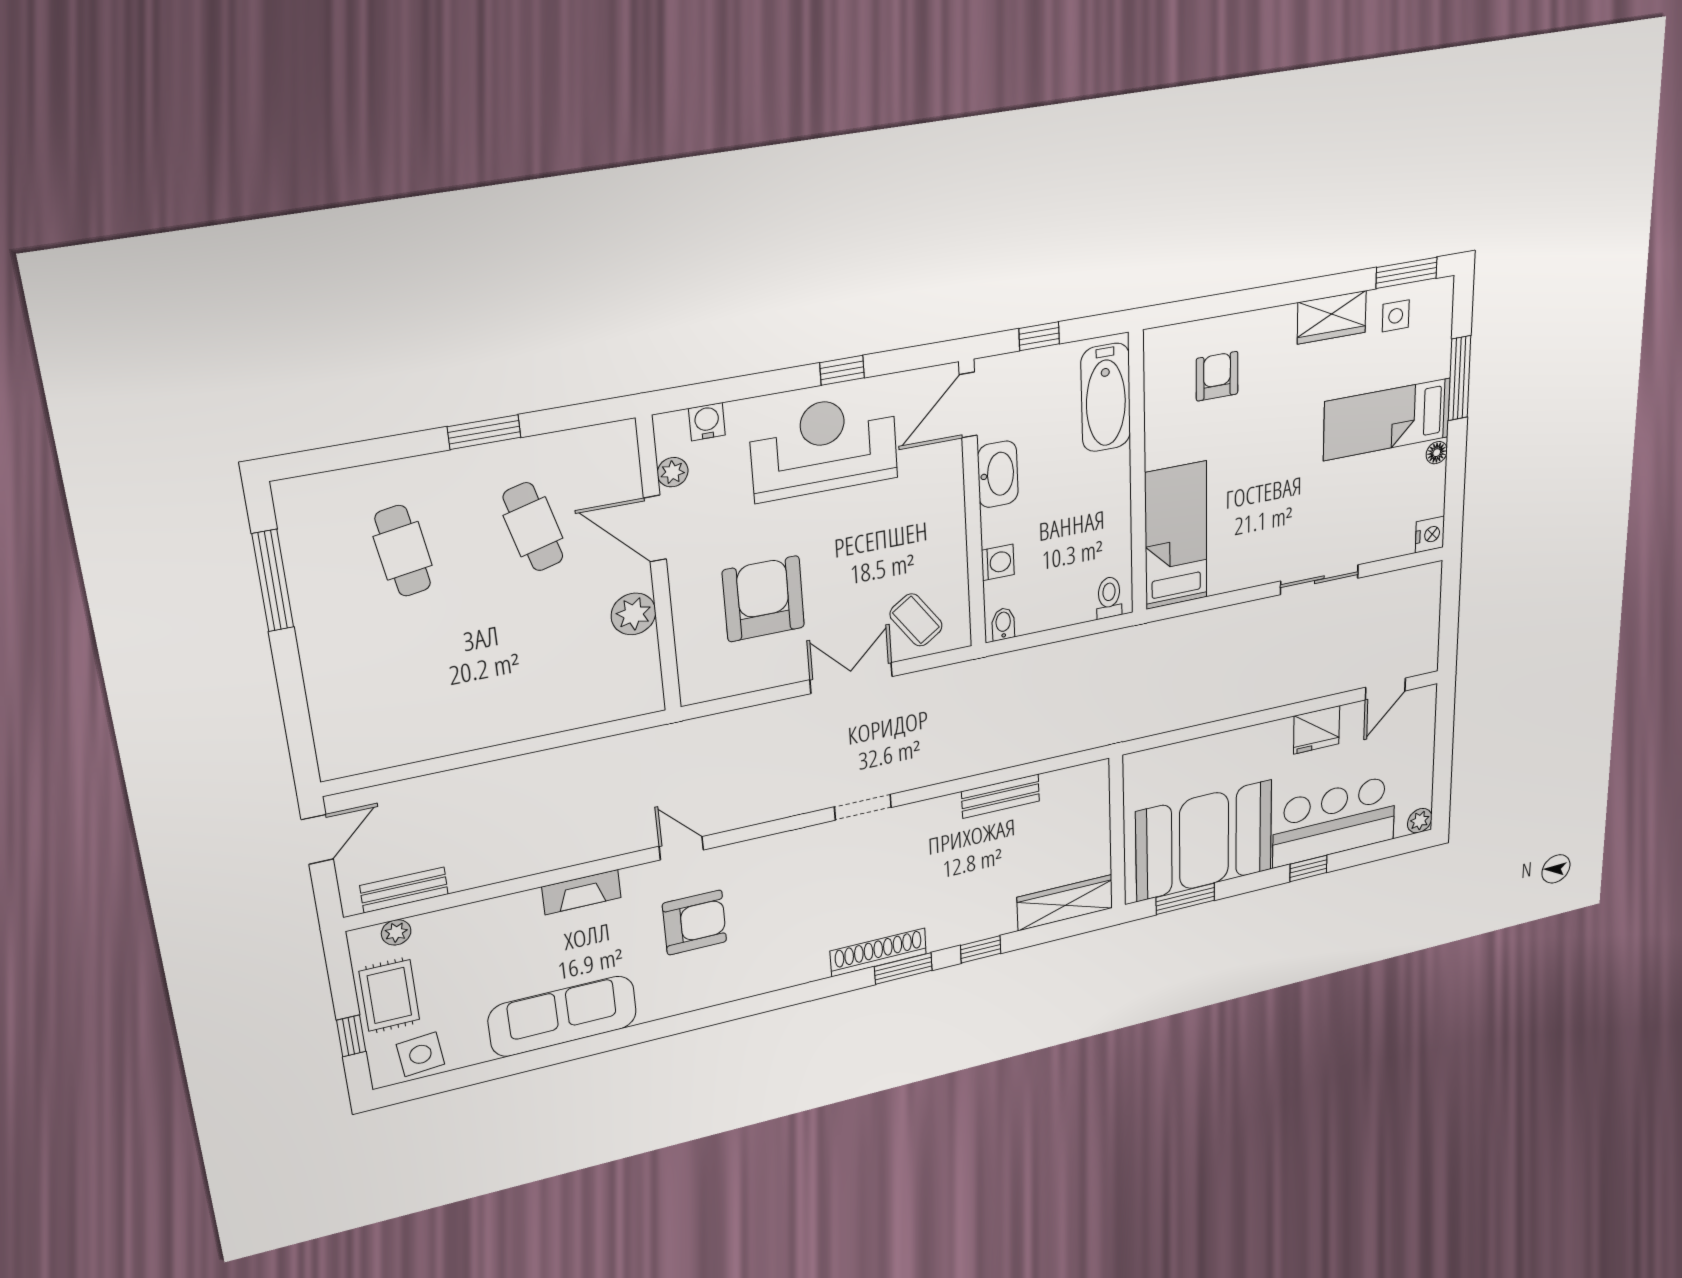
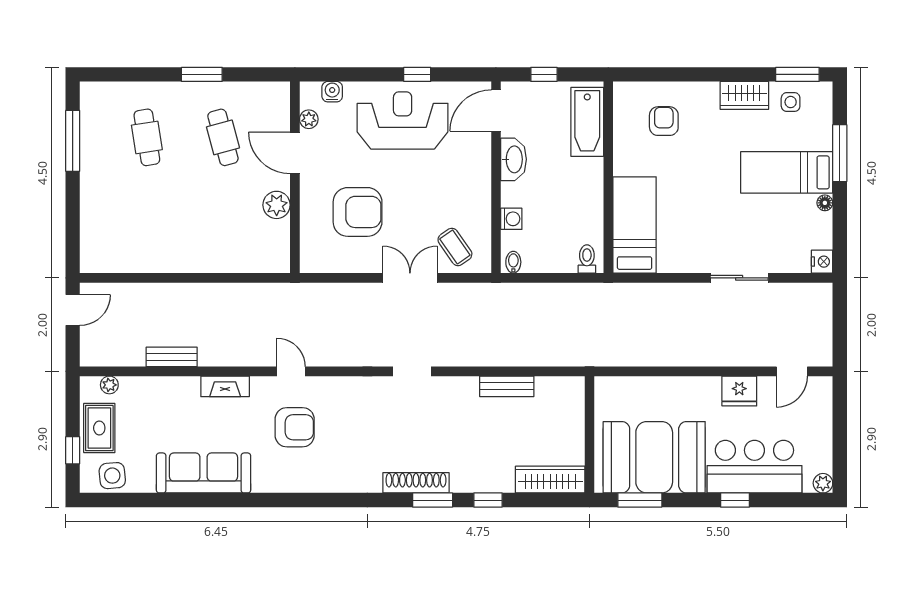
armchair: (763, 599) -> (358, 212), turned 90
bench: (404, 890) -> (172, 357), moved

